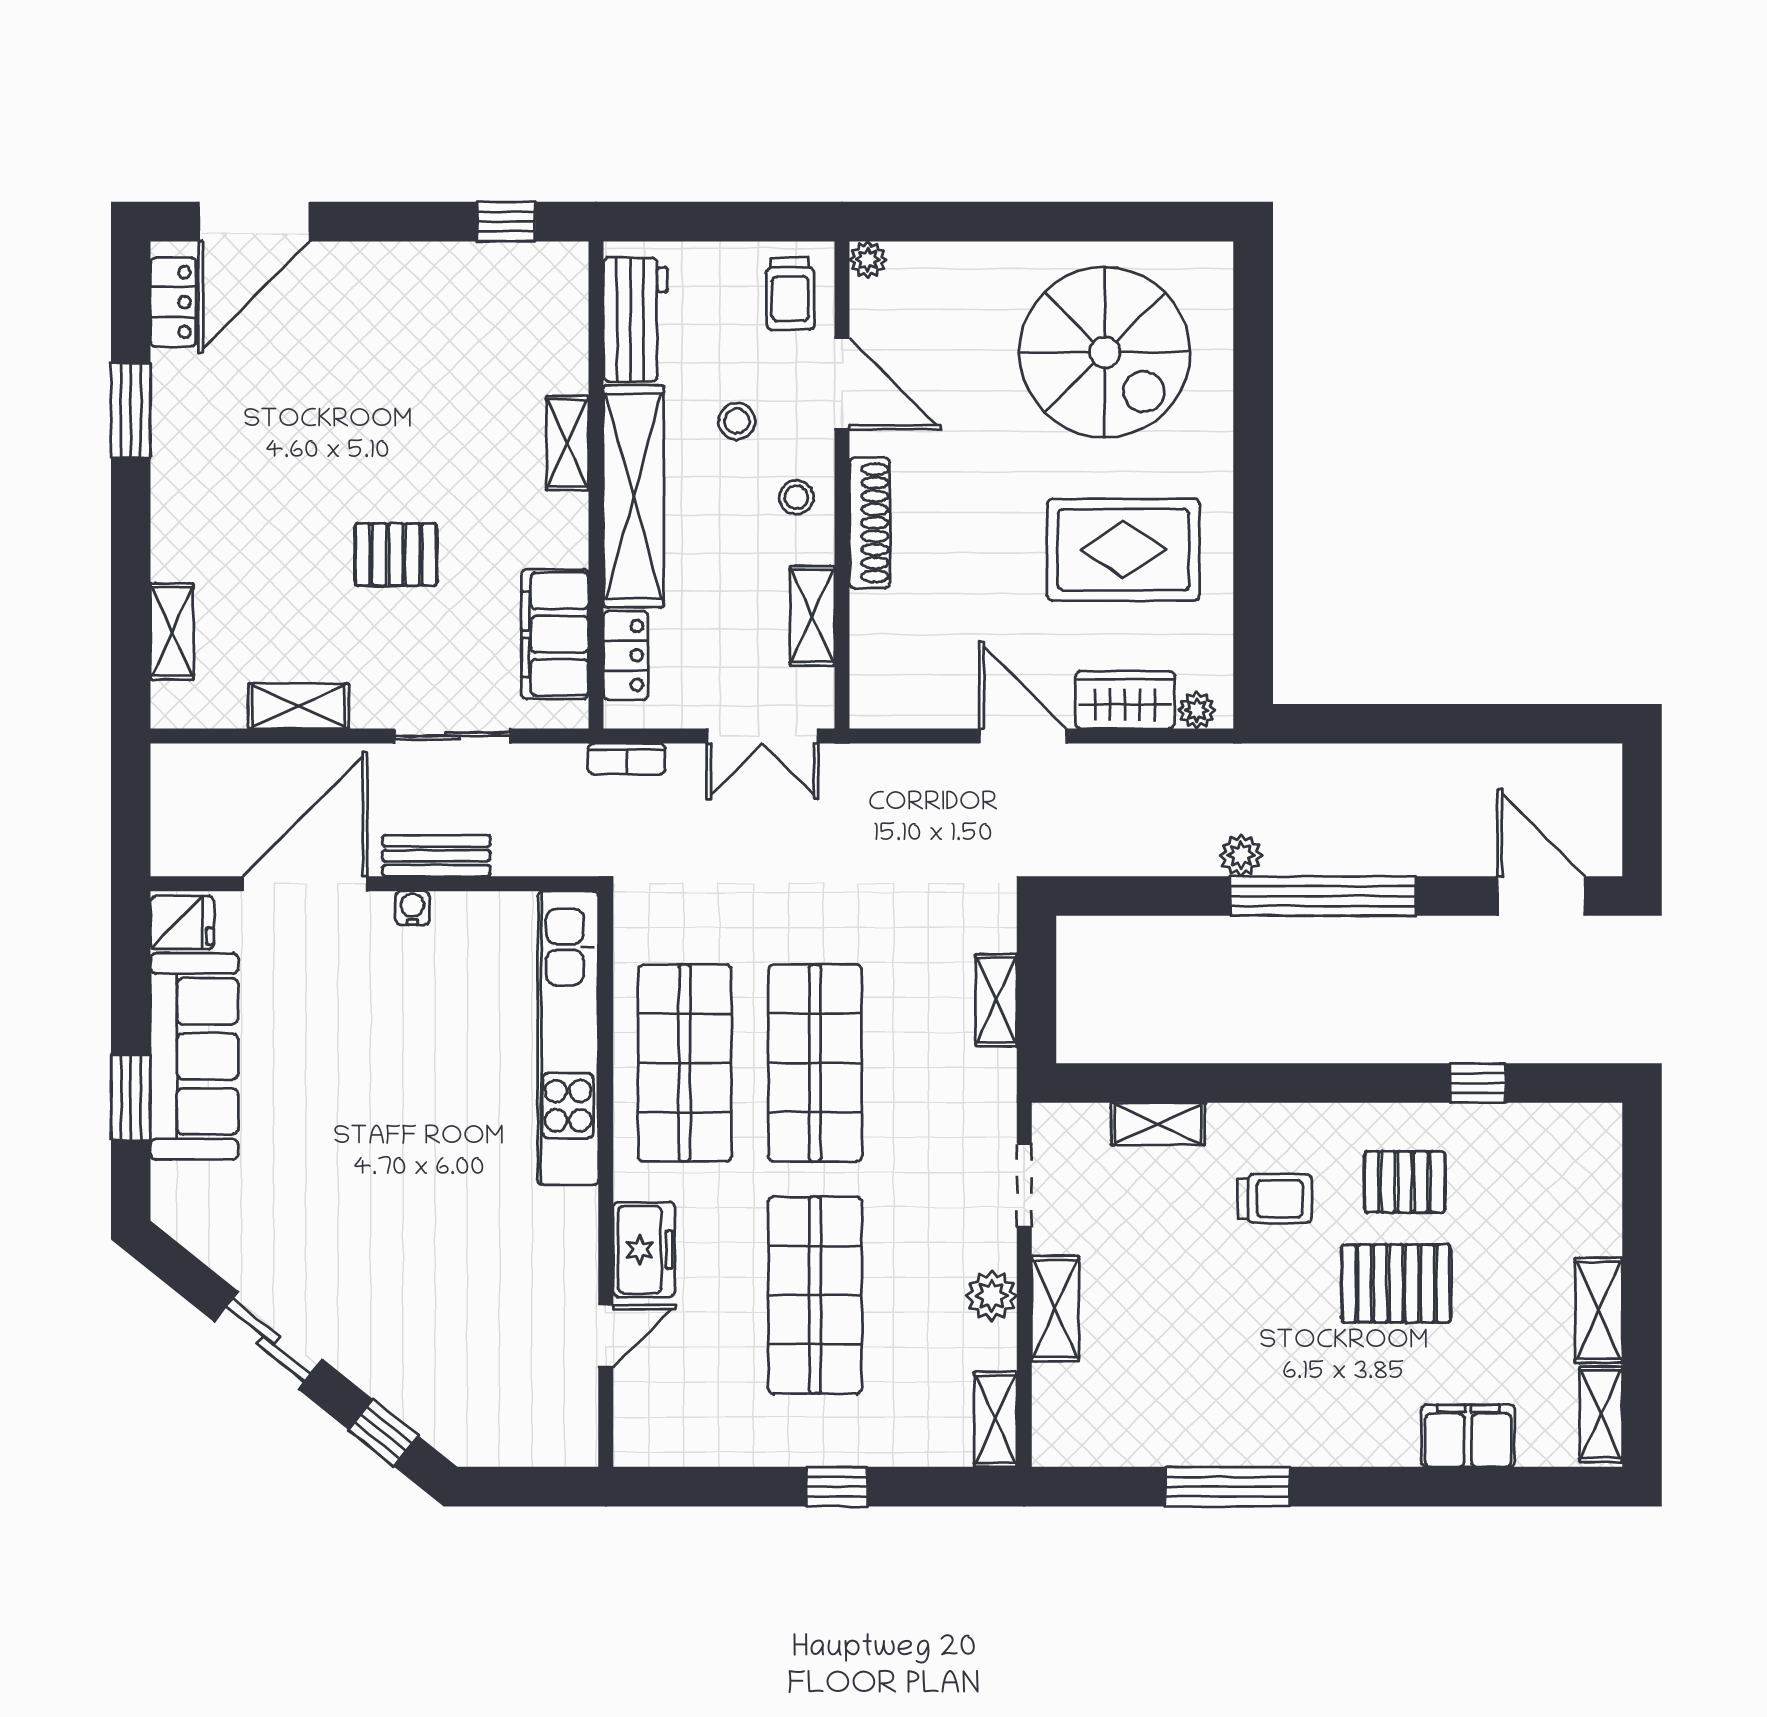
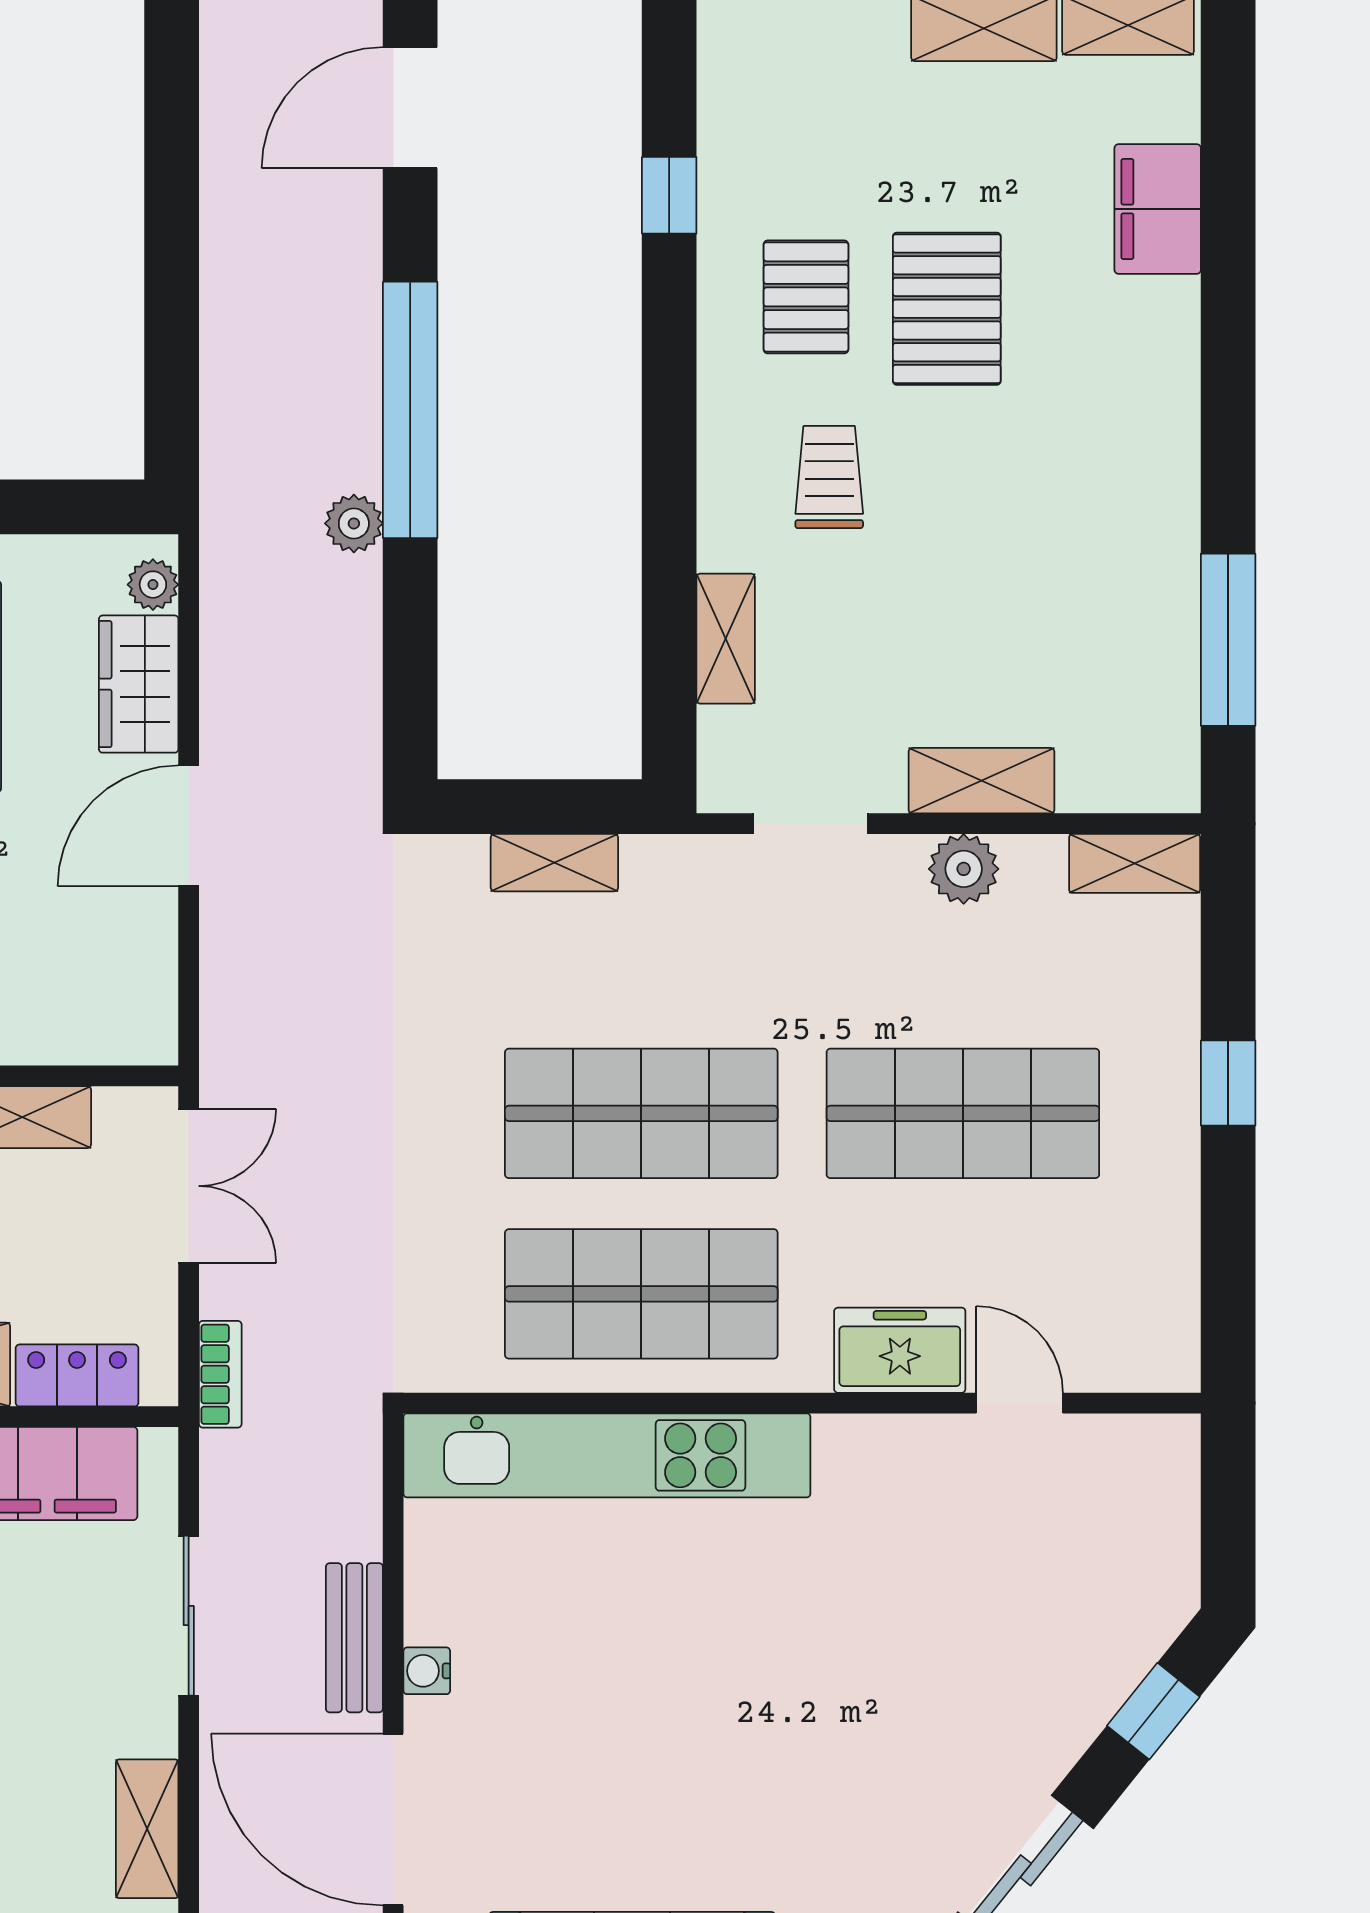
window: (1228, 1487) -> (1228, 640), moved

